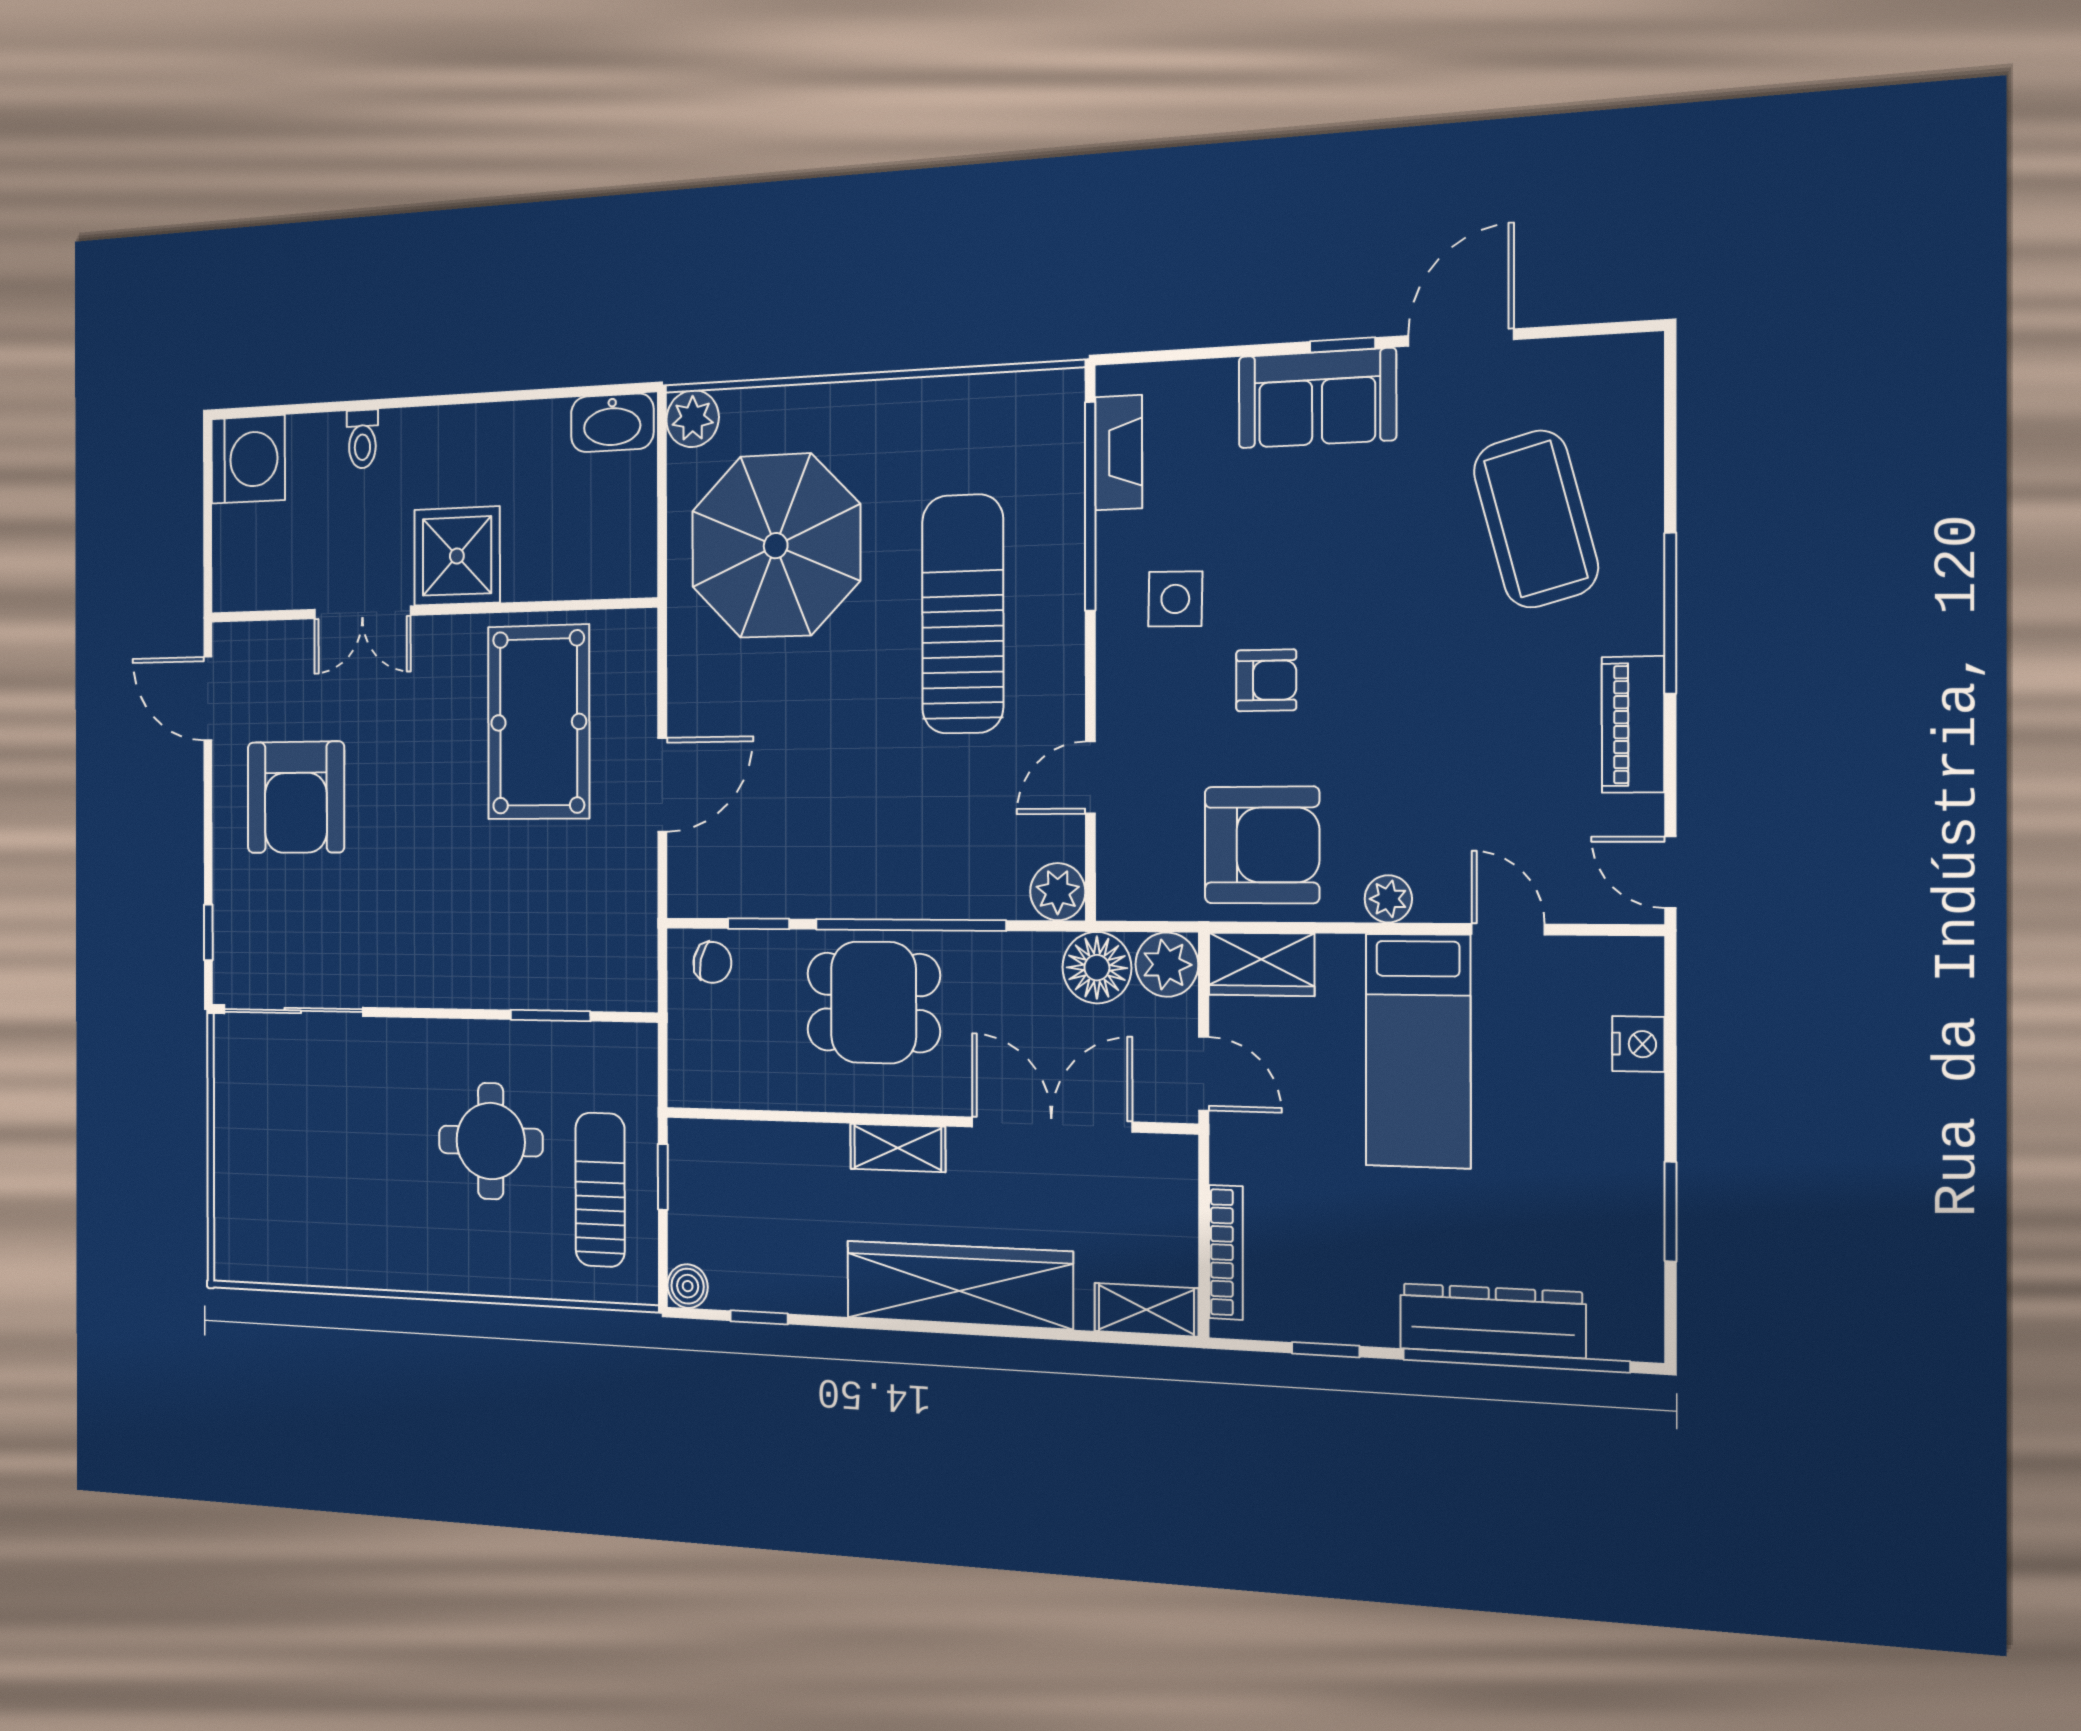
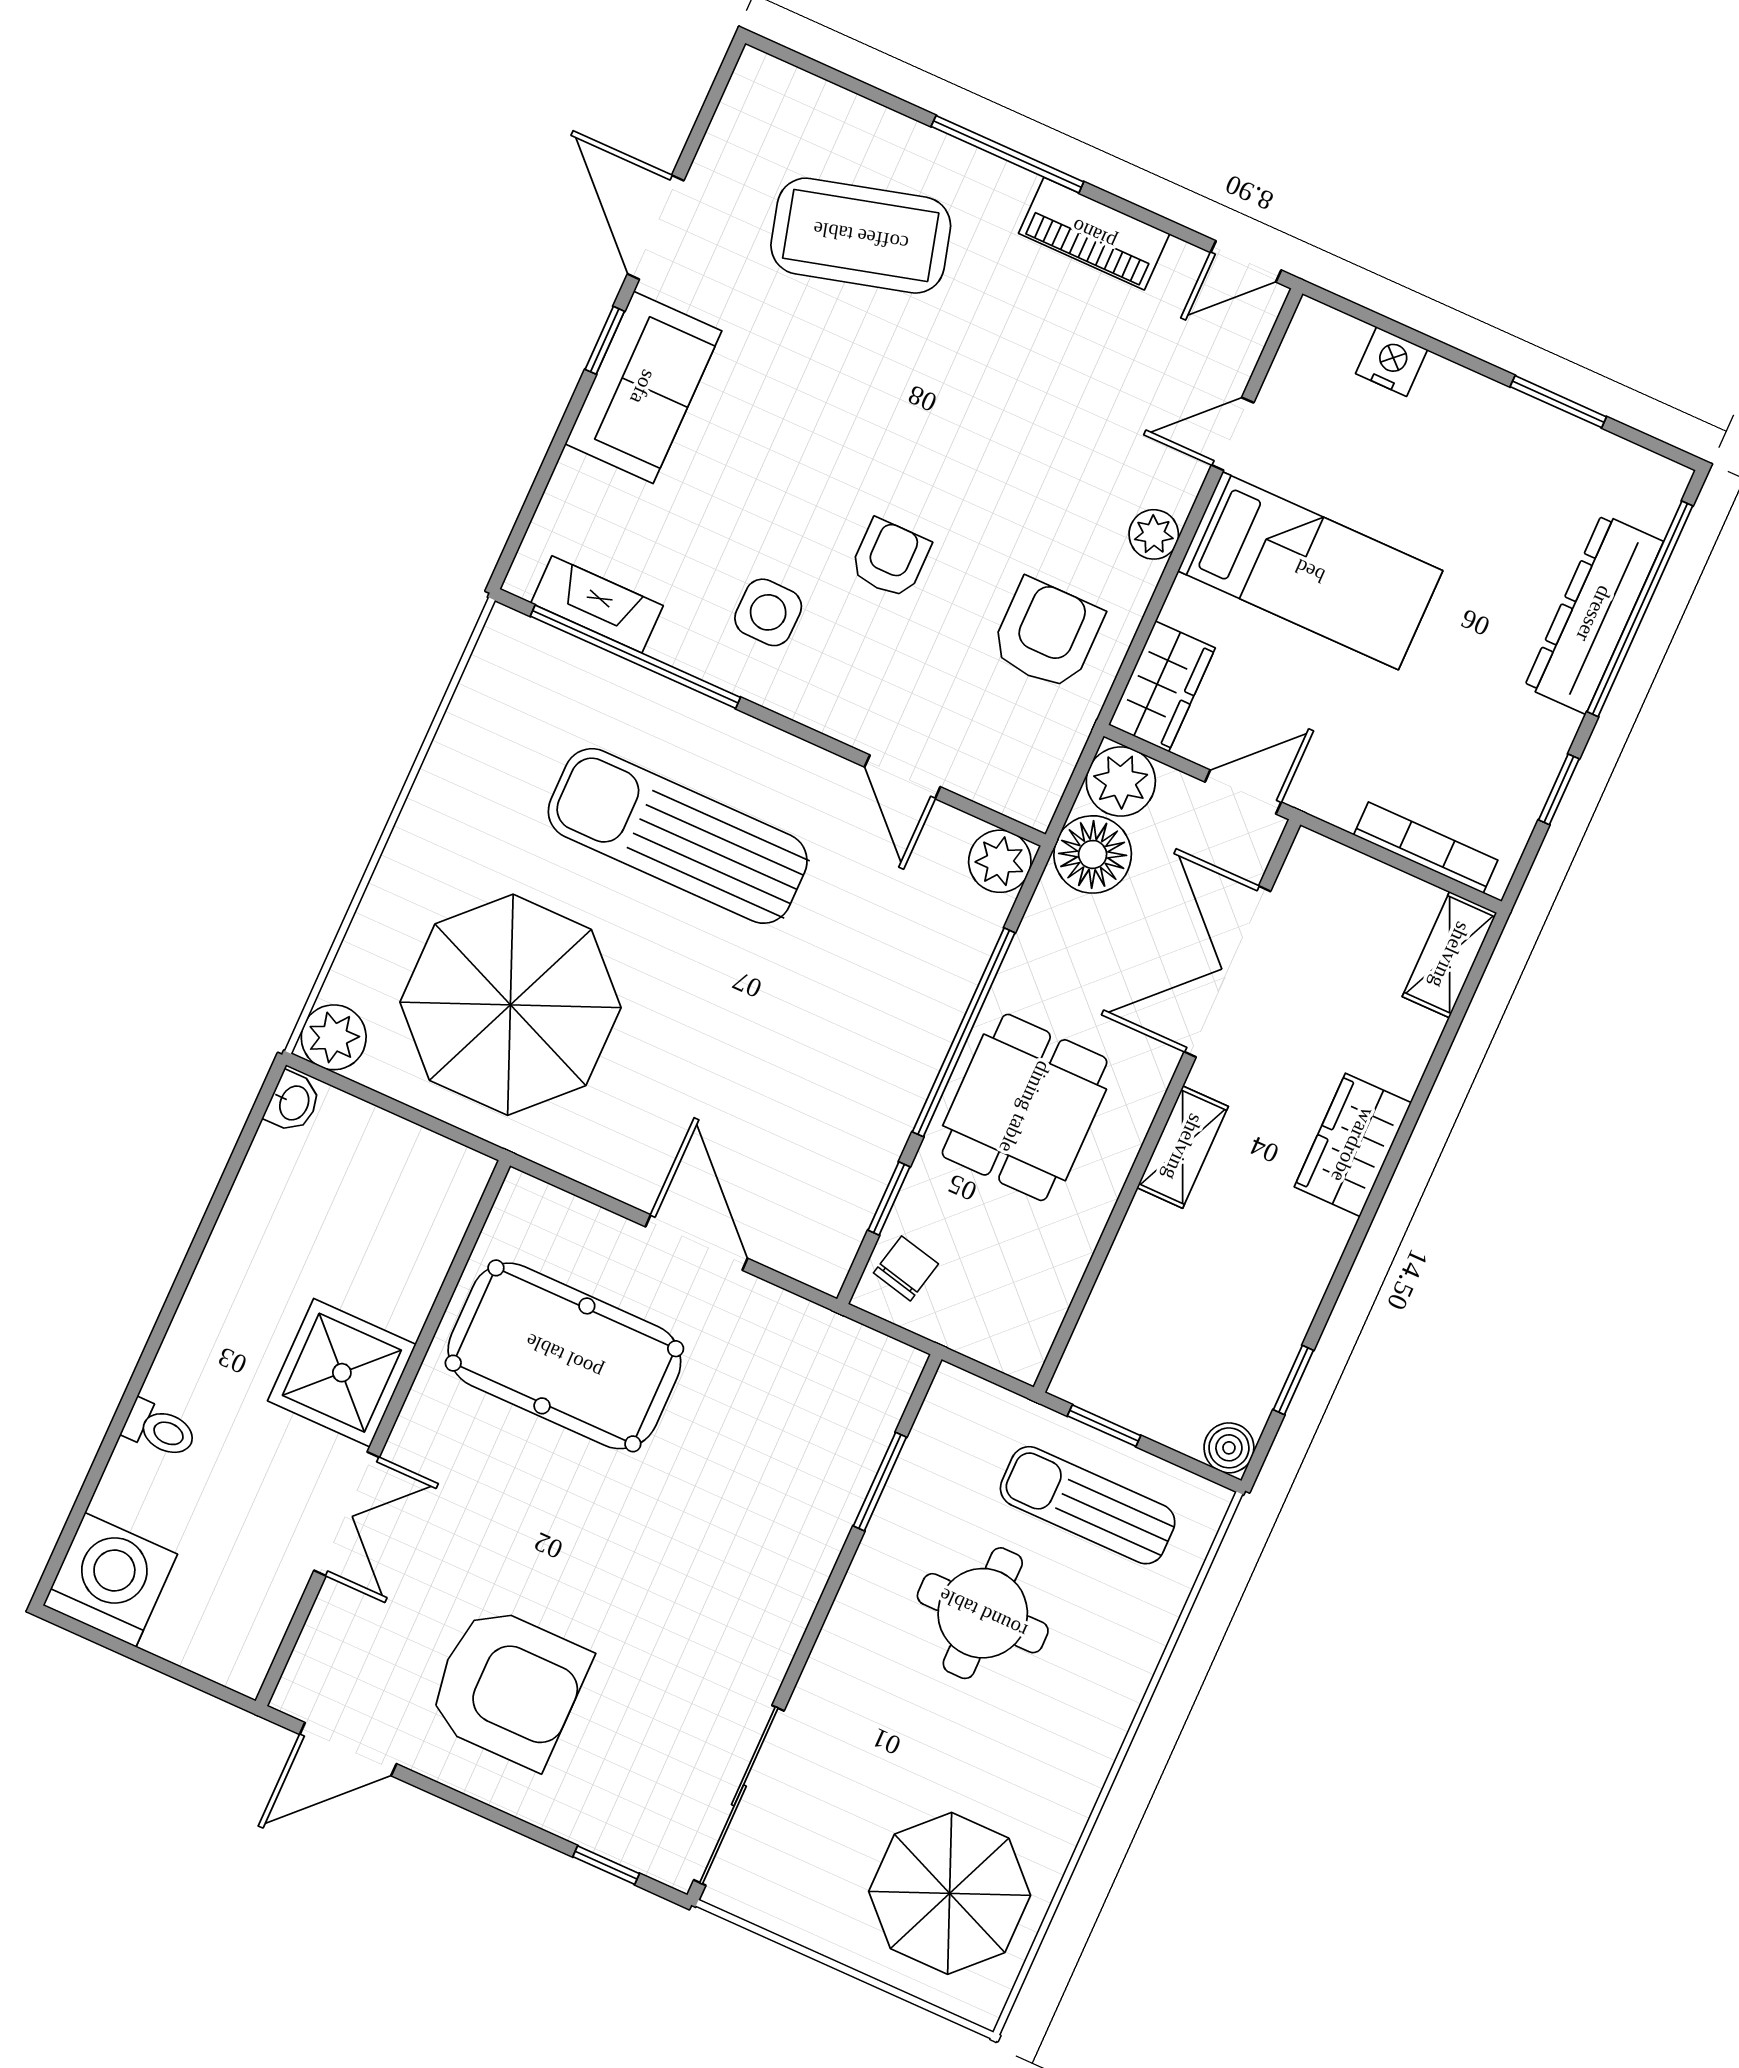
washbasin: (612, 423) -> (293, 1102), width x0.52, depth x0.69
armchair: (1262, 845) -> (1047, 634), width x0.73, depth x0.73
parasol: (291, 1205) -> (950, 1893), added
wardrobe: (959, 1285) -> (1353, 1145), width x0.48, depth x0.85

